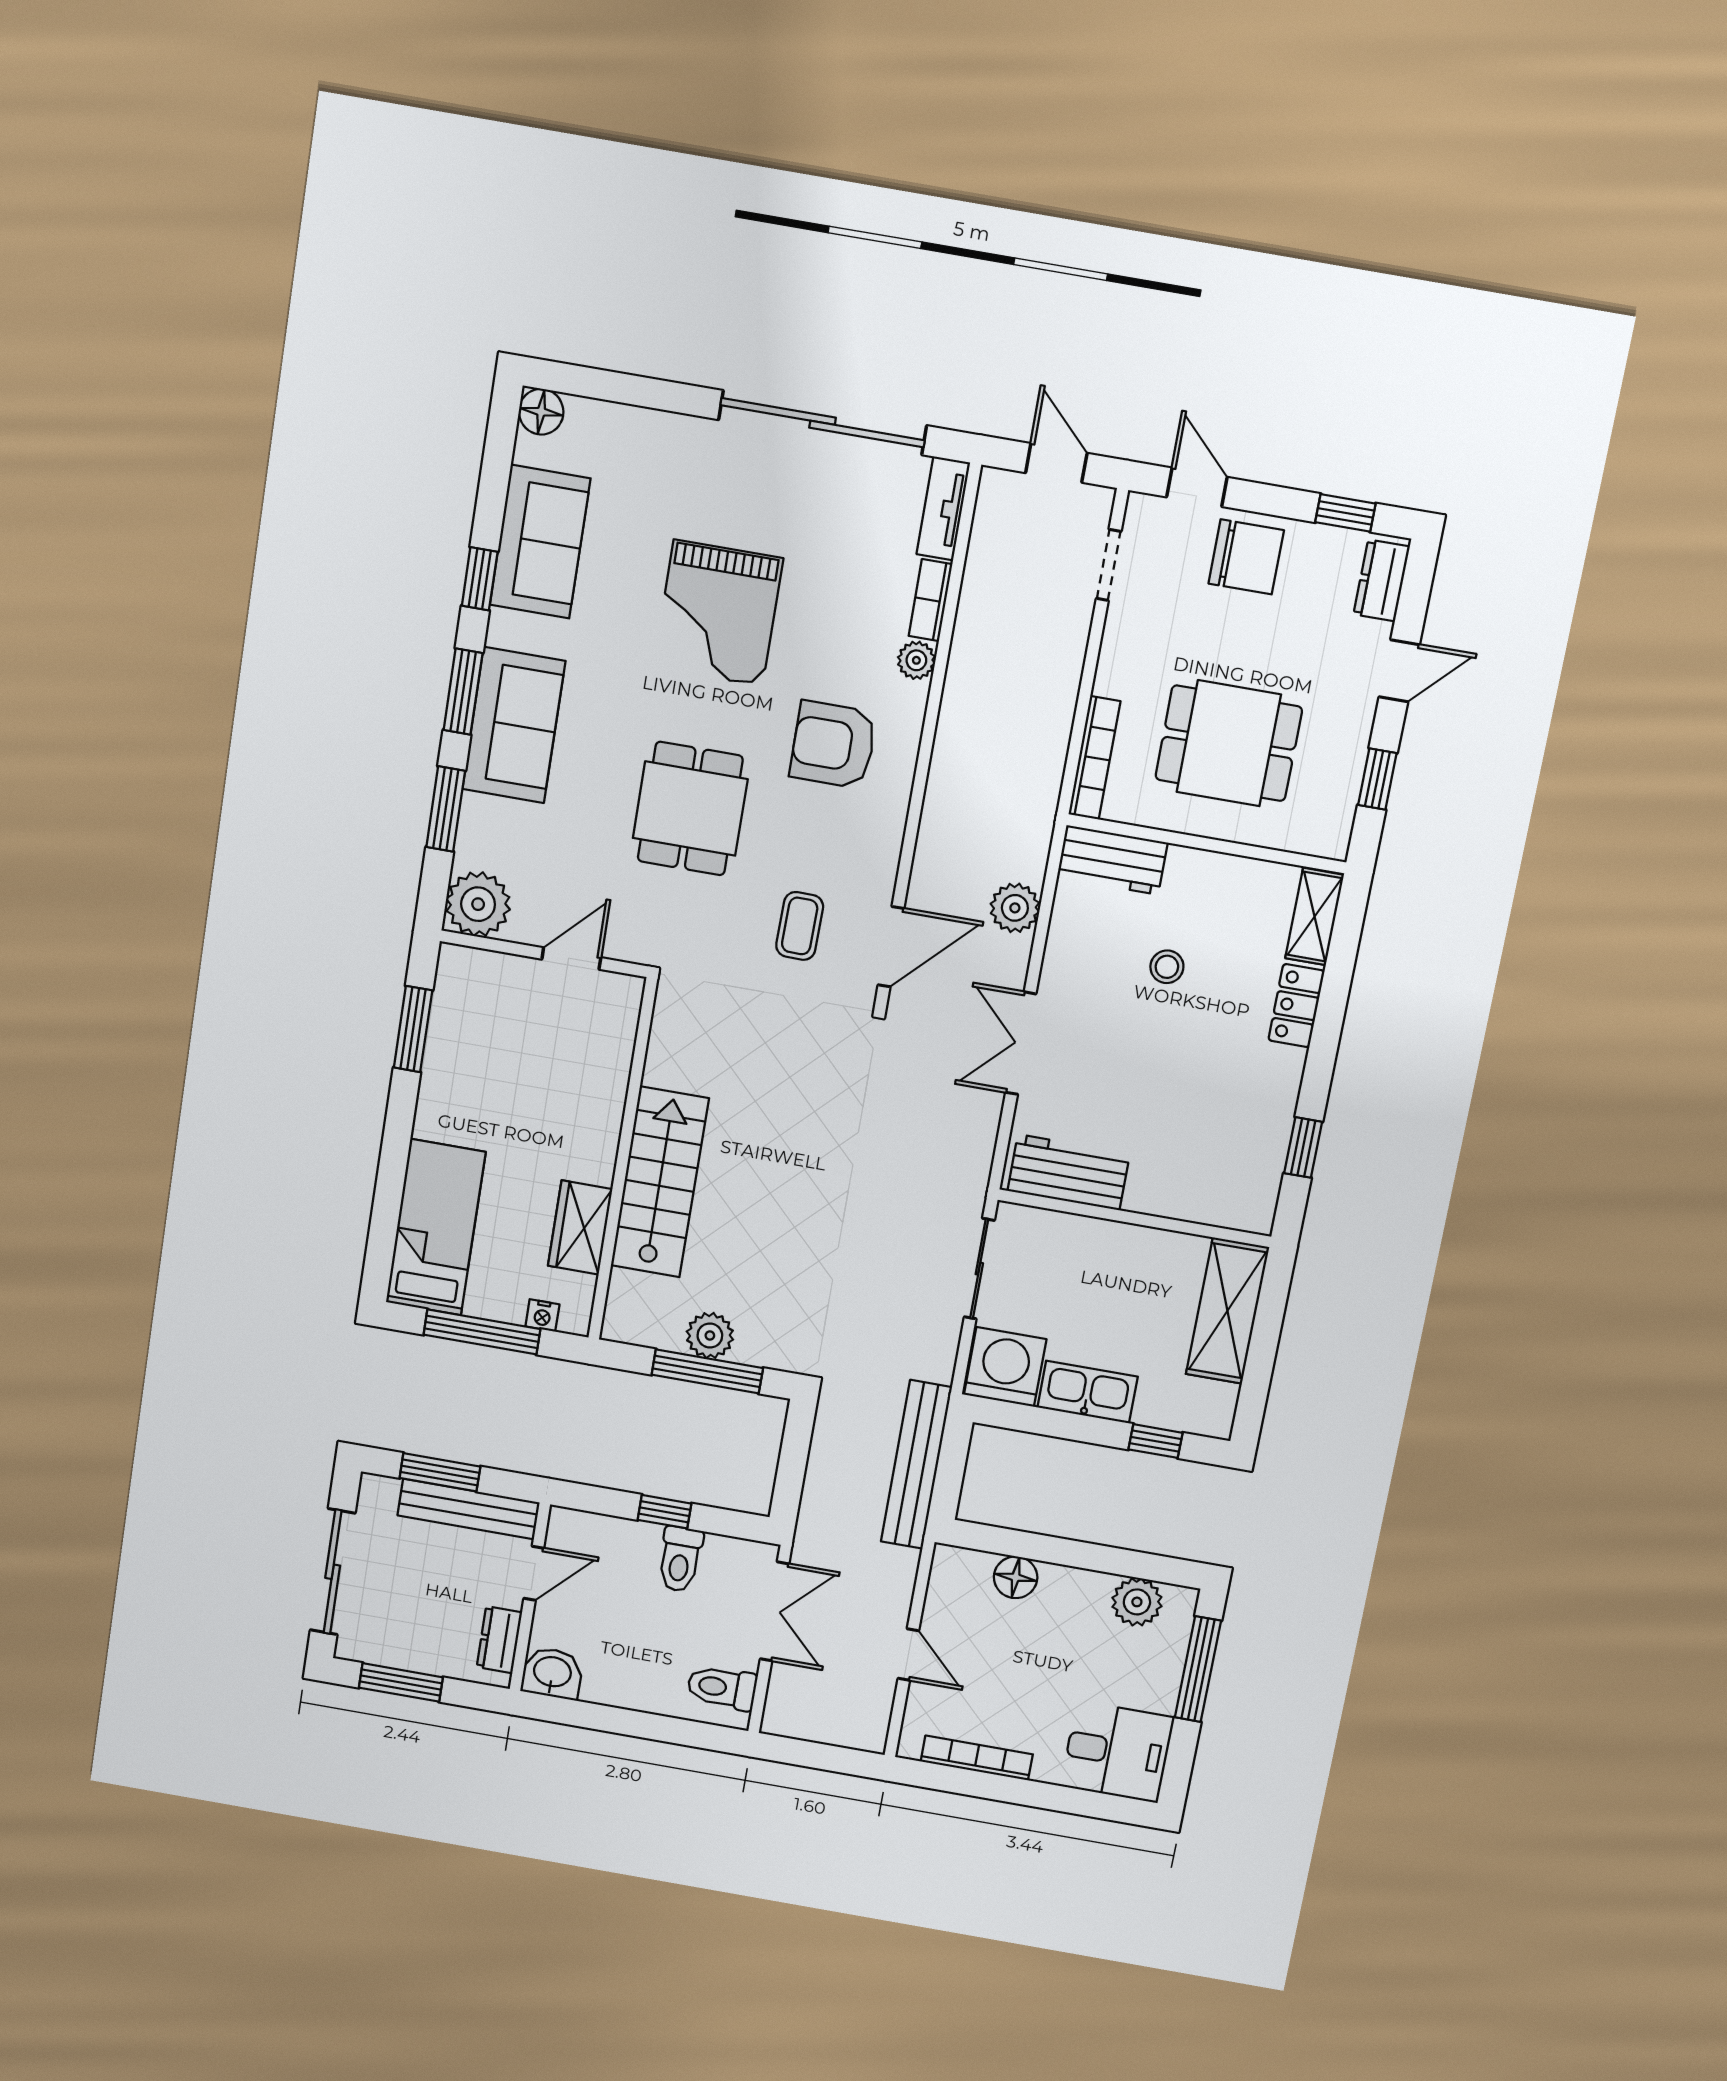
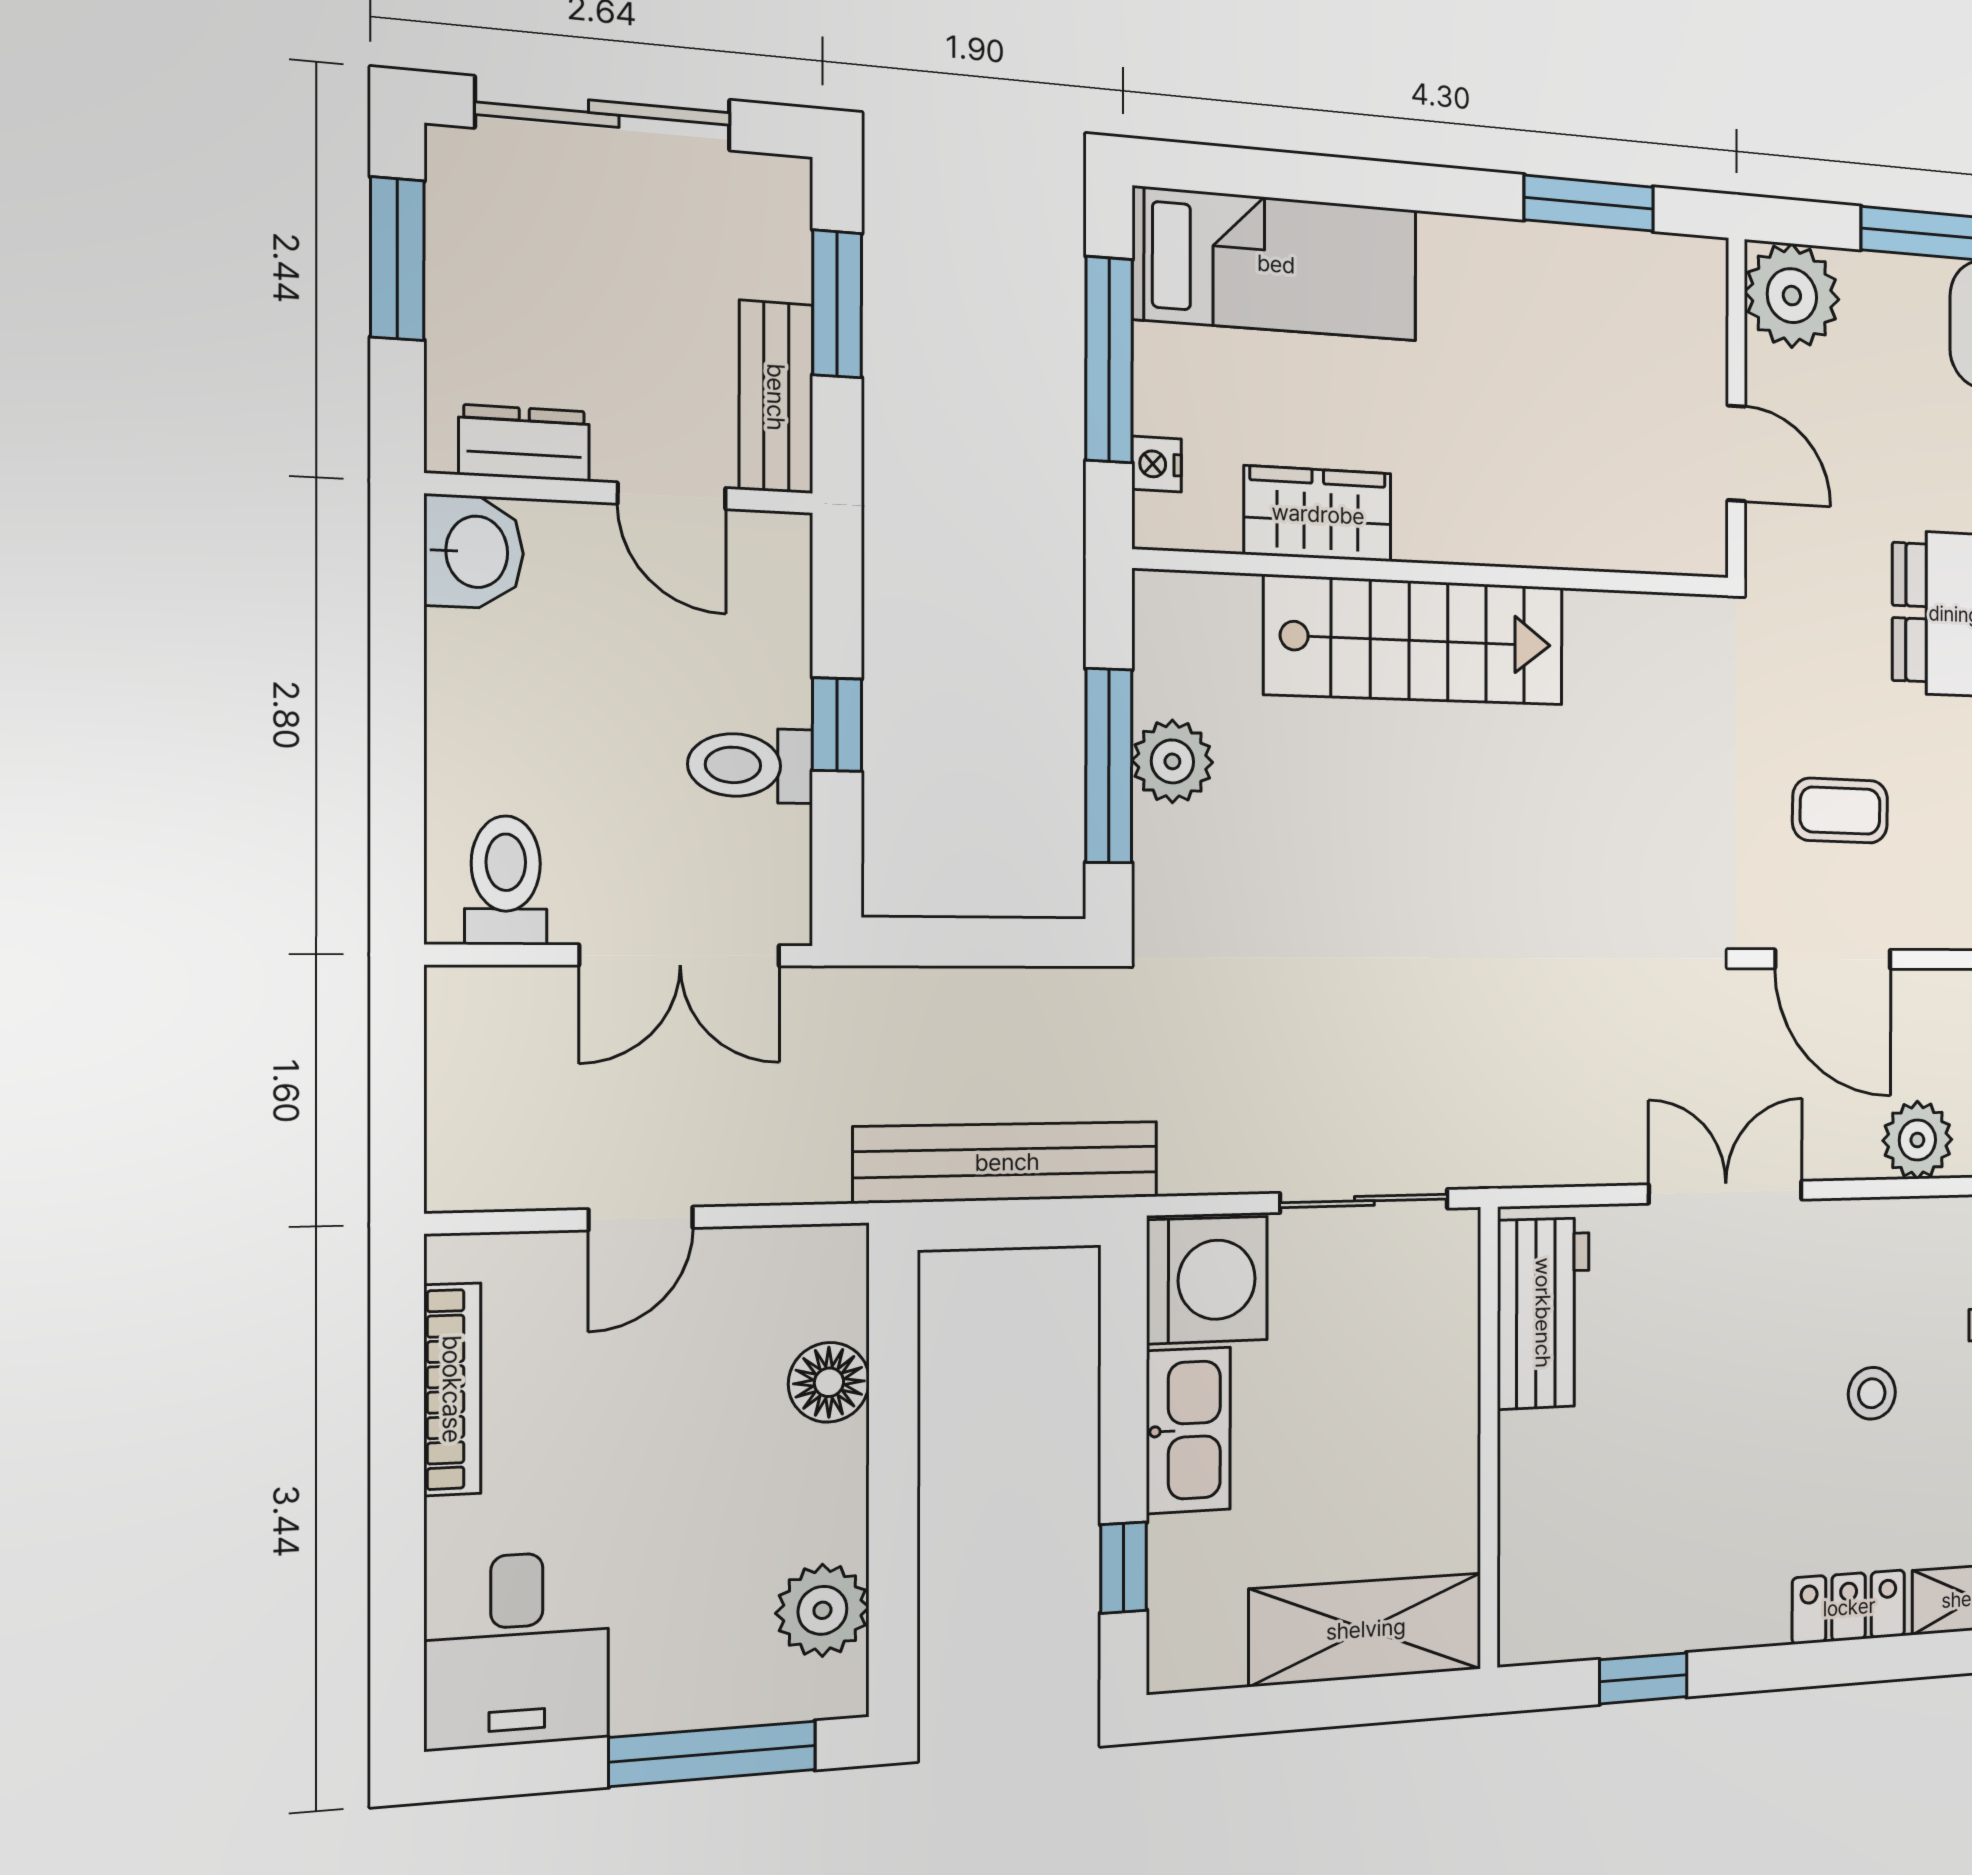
bench: (469, 1509) -> (776, 397), width x0.73

